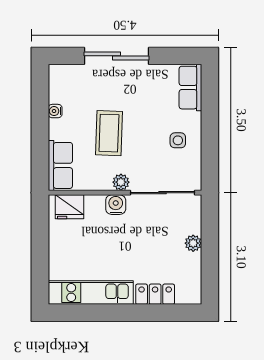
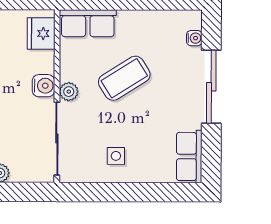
row of seats: (190, 88) -> (189, 156), moved, turned -90
water cooler: (55, 111) -> (194, 38), moved, turned 90
coffee table: (109, 133) -> (124, 78), turned -34

